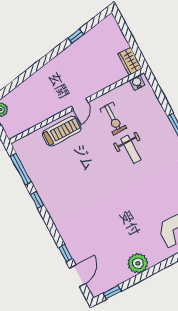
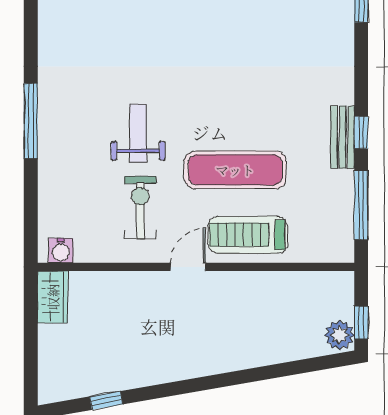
window: (76, 36) -> (106, 400), moved
exercise mat: (82, 156) -> (235, 170), added
bench: (44, 194) -> (342, 137), added

